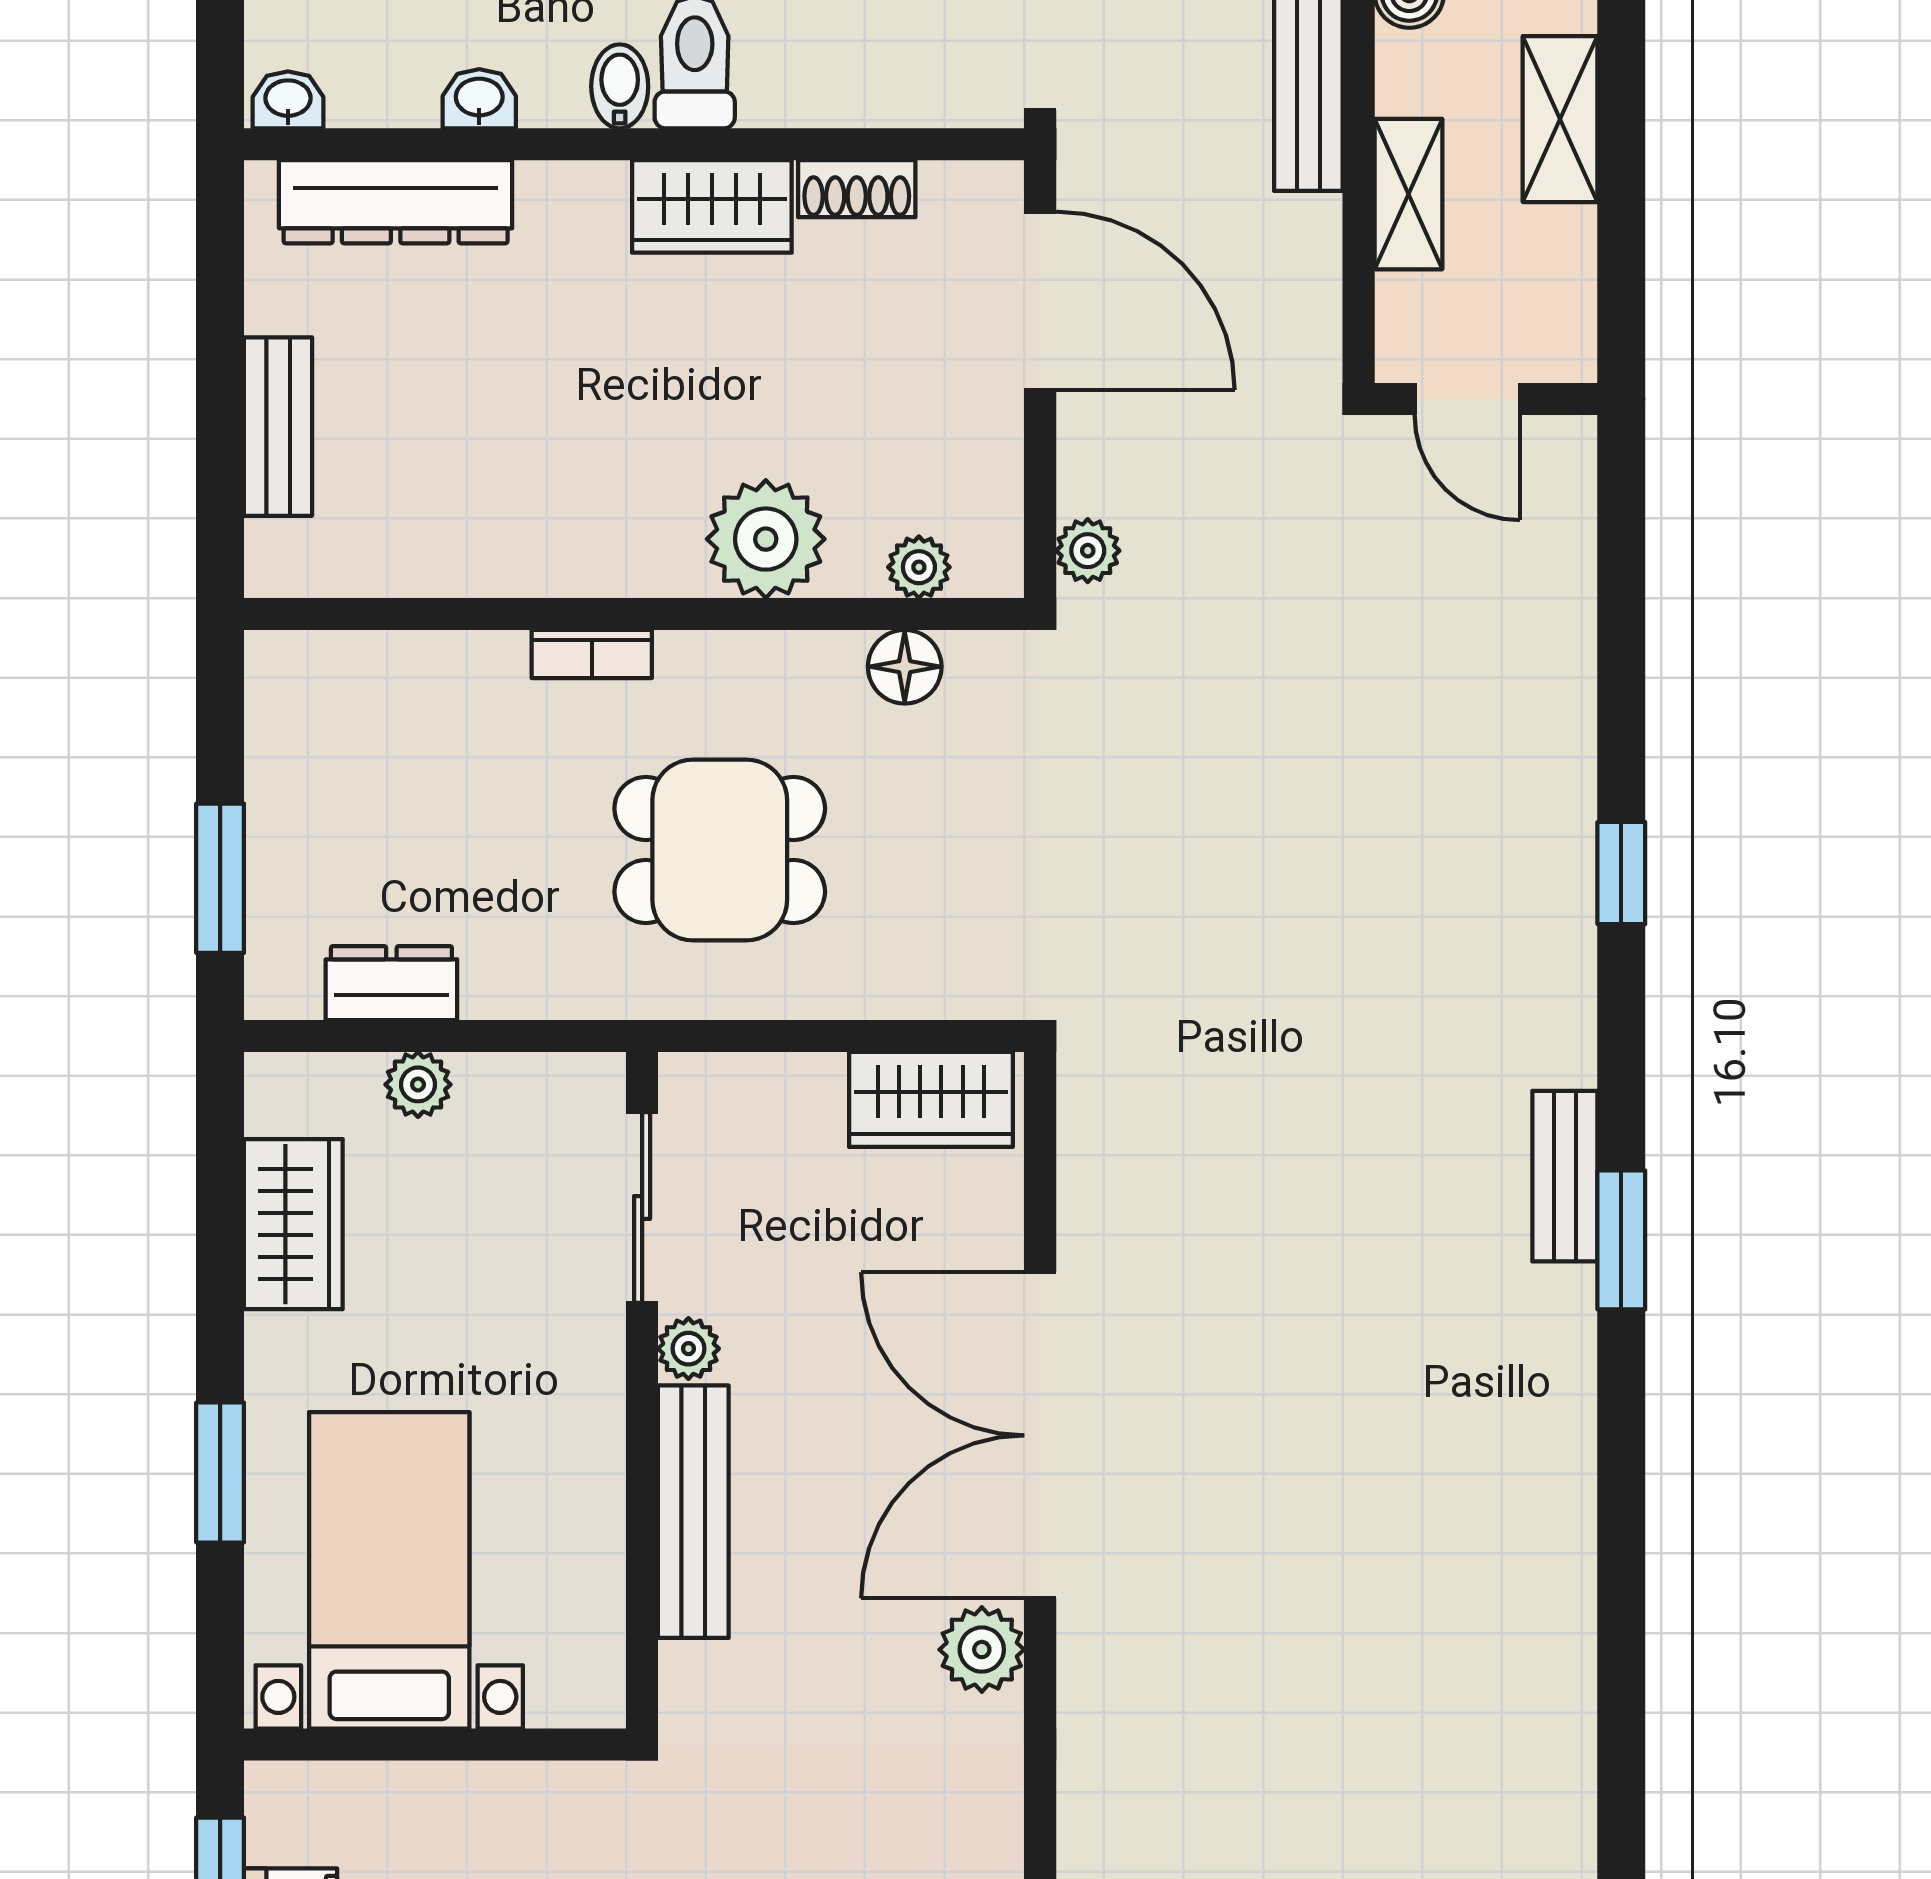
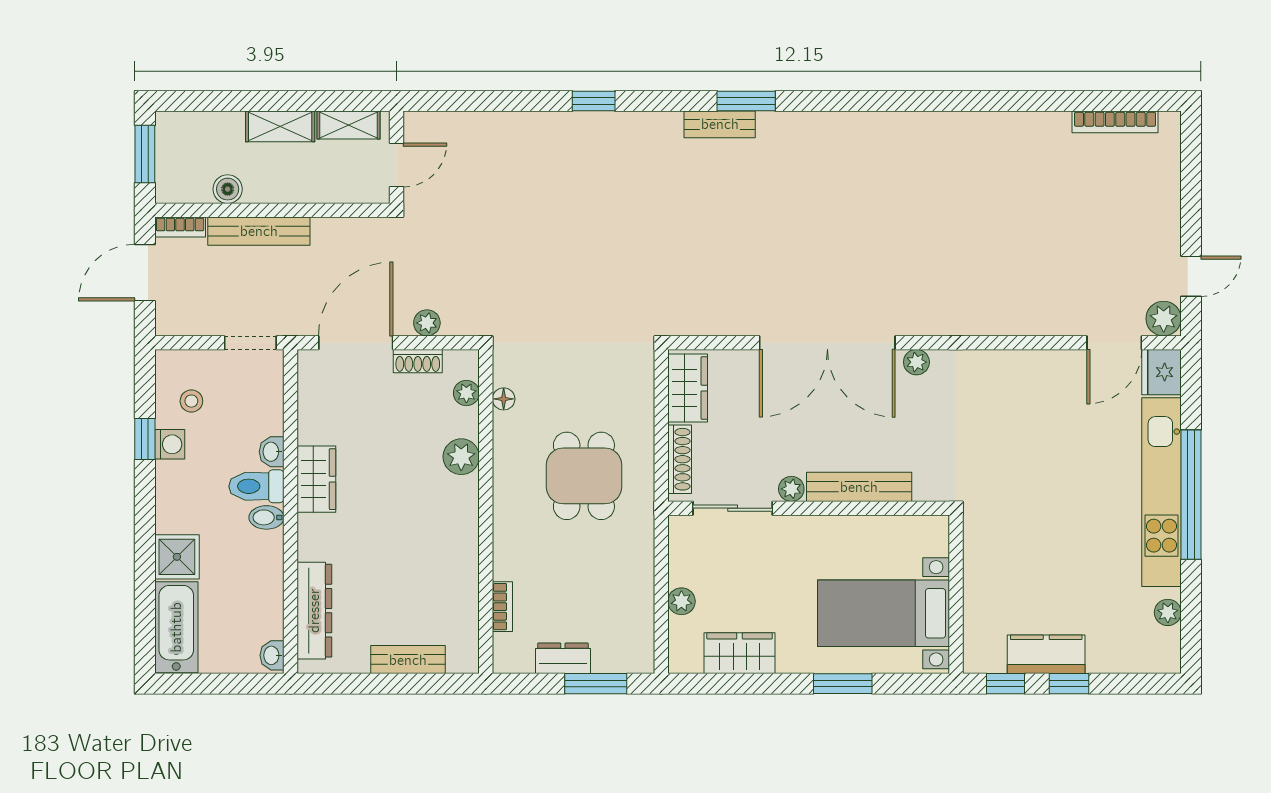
washbasin: (479, 99) -> (272, 452), moved
shoe rack: (857, 189) -> (418, 361), moved, turned 90
shelving: (1408, 194) -> (349, 125), moved
plant: (766, 539) -> (461, 457), width x0.73, depth x0.73
plant: (1088, 551) -> (427, 323), moved
bookcase: (592, 654) -> (502, 607), moved
floor lamp: (905, 667) -> (504, 399), width x0.73, depth x0.73
dresser: (391, 983) -> (563, 658), moved, turned 90
shoe rack: (760, 1080) -> (680, 459), added
plant: (982, 1650) -> (916, 362), width x0.73, depth x0.73

